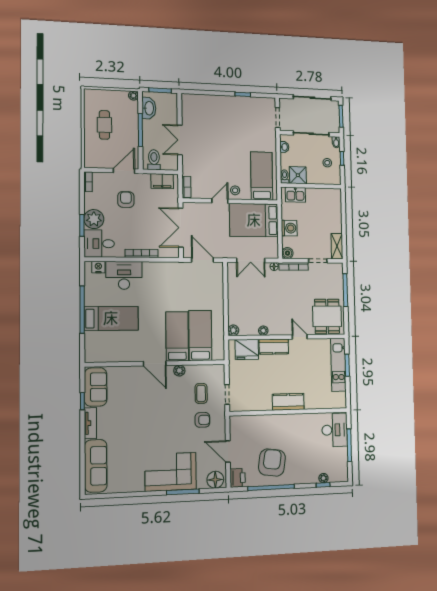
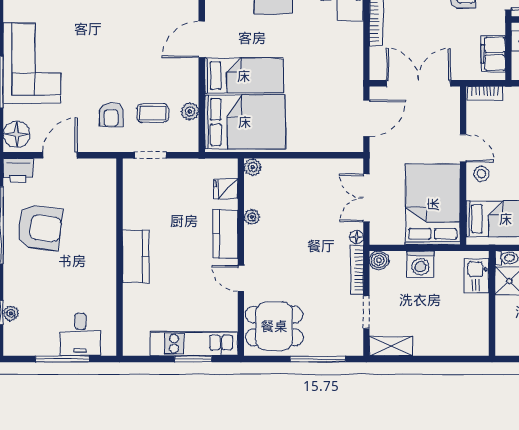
bed: (200, 335) -> (245, 122), width x1.50
door: (300, 337) -> (241, 278), swing flipped
fridge: (247, 349) -> (226, 189), width x0.53, depth x0.75
plant: (179, 371) -> (190, 111), moved
desk: (335, 430) -> (80, 334), width x0.73

